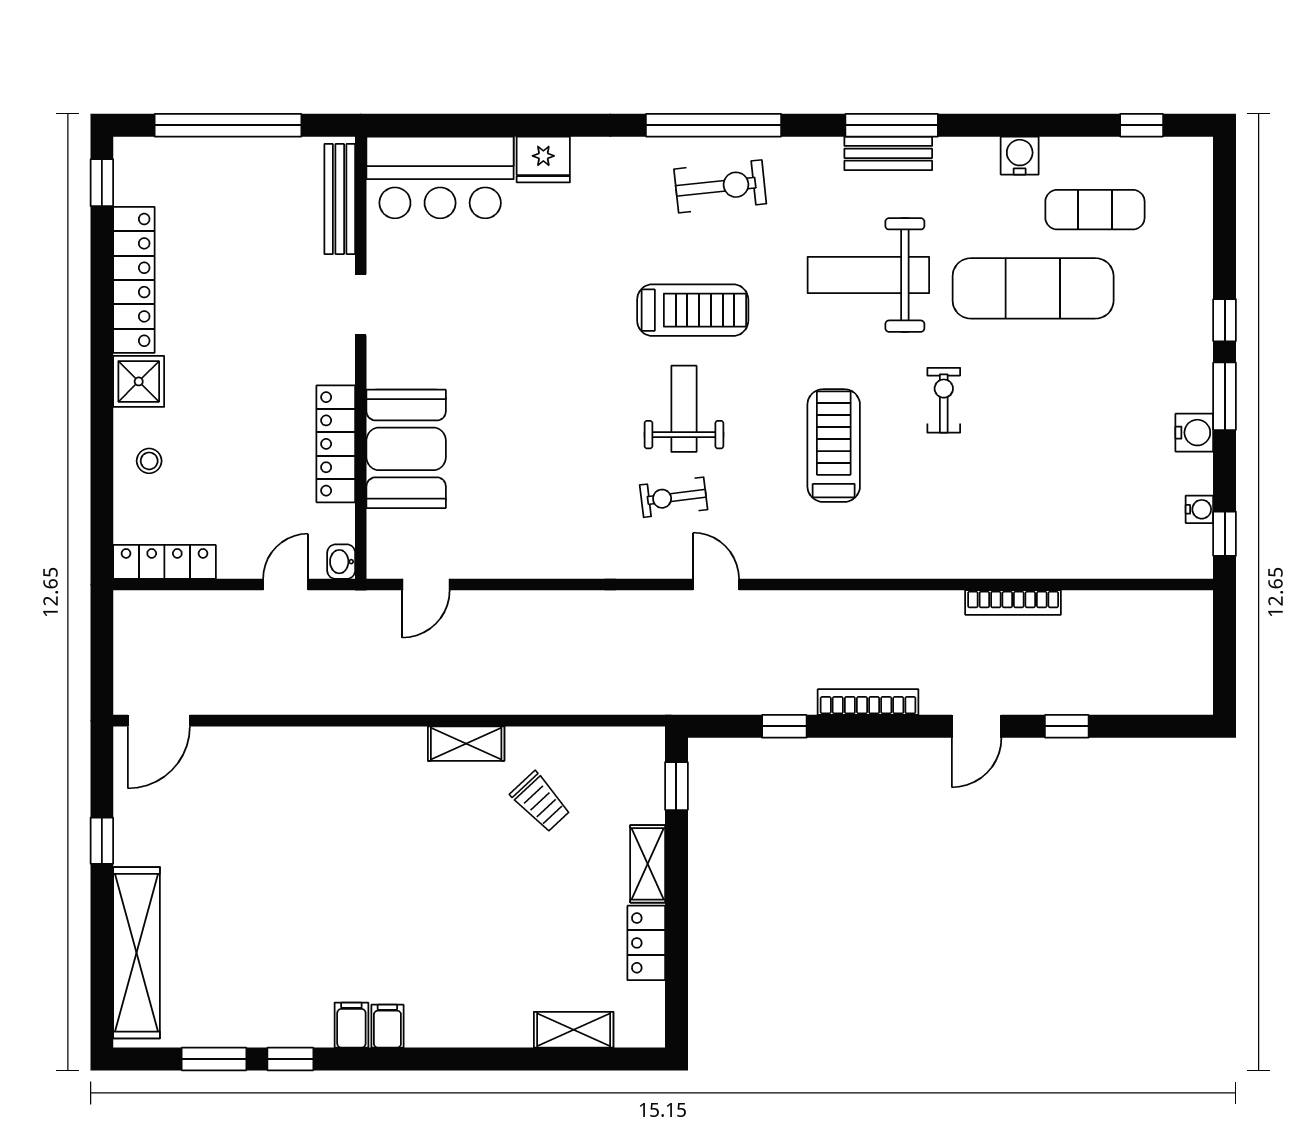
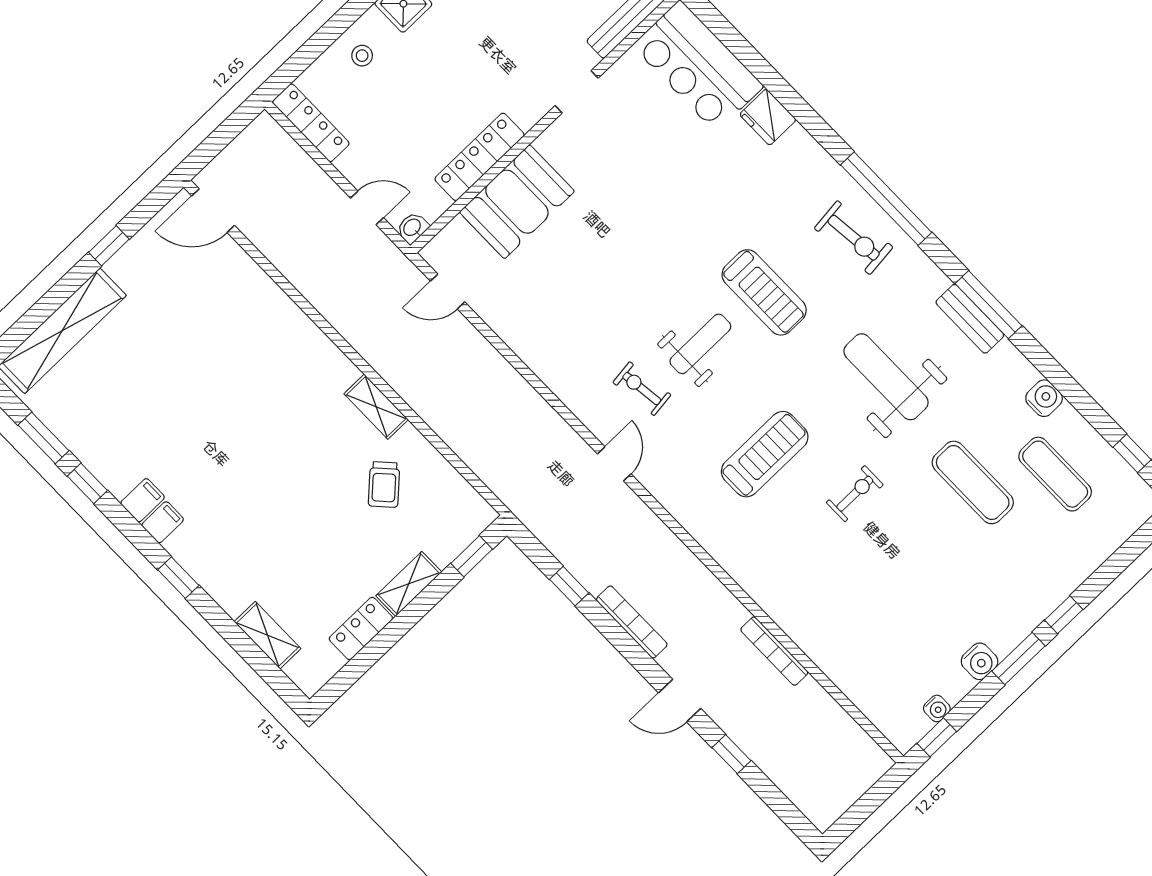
exercise mat: (1033, 288) -> (973, 482), width x0.73, depth x0.69
window: (449, 1059) -> (178, 578), added

